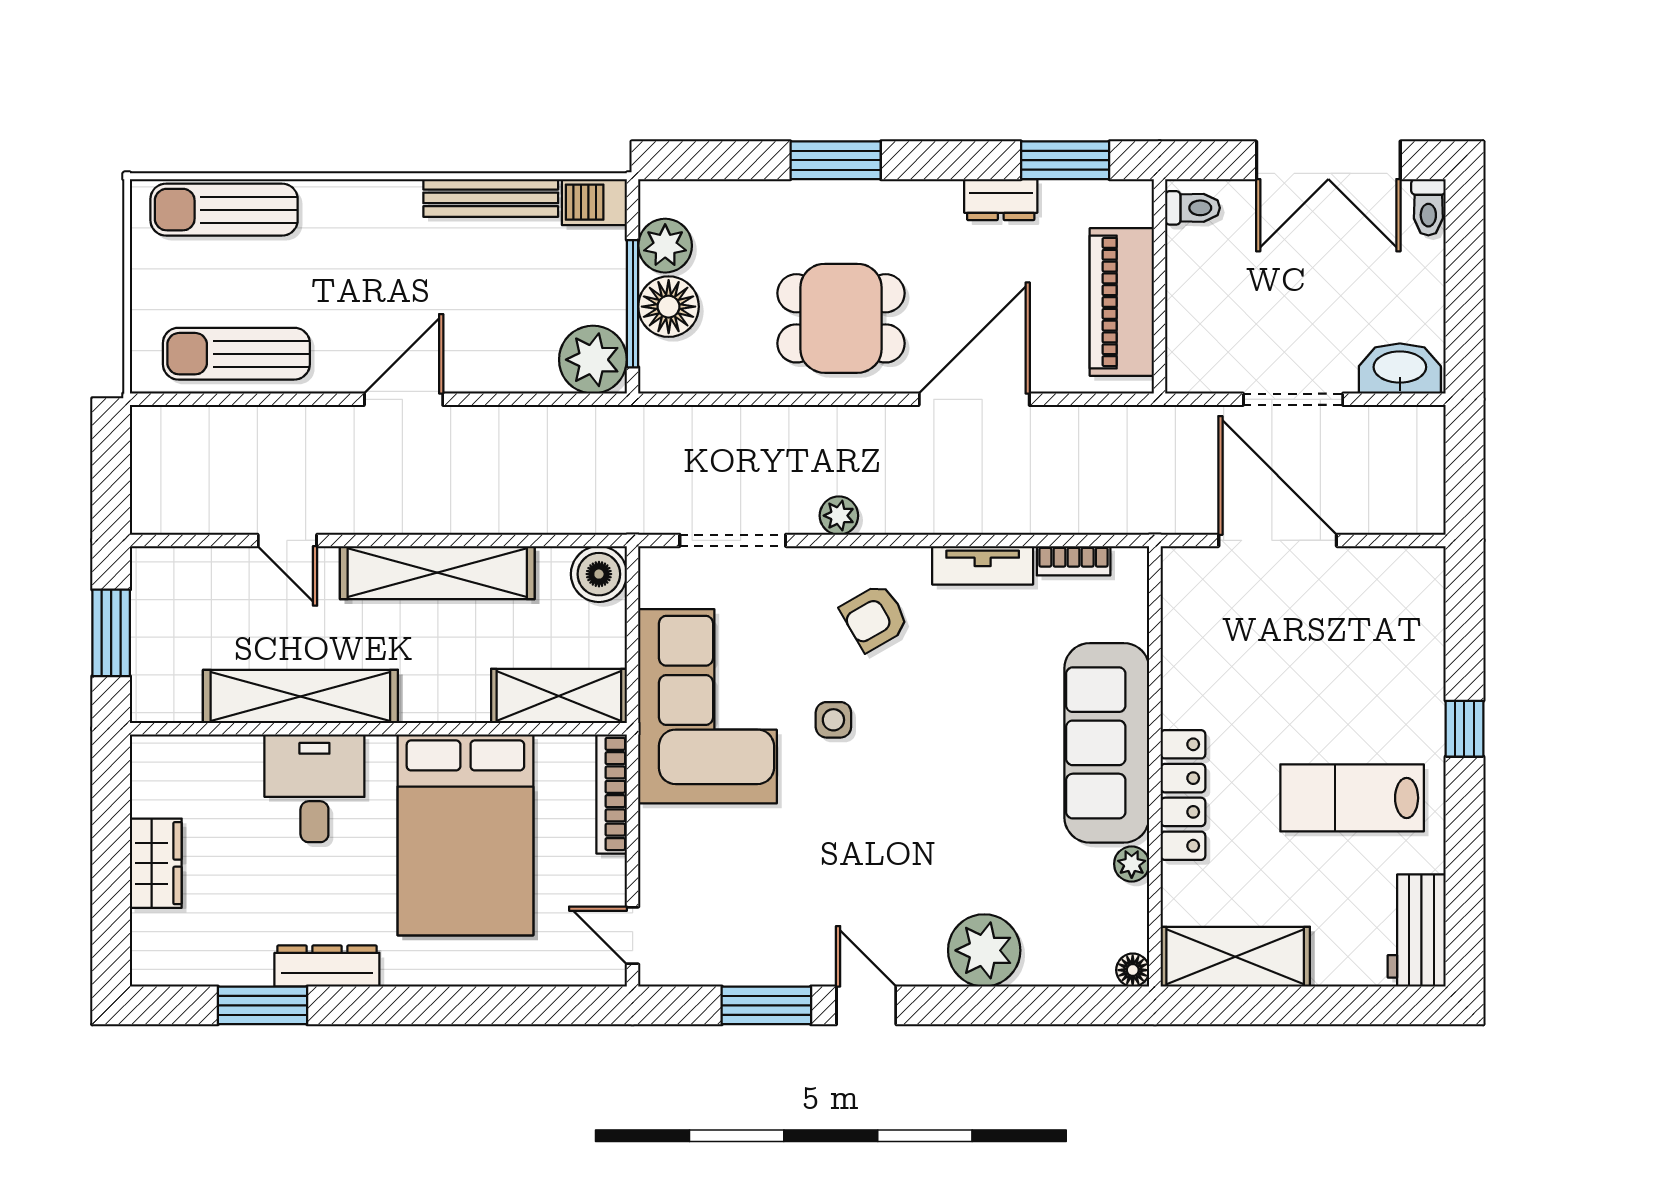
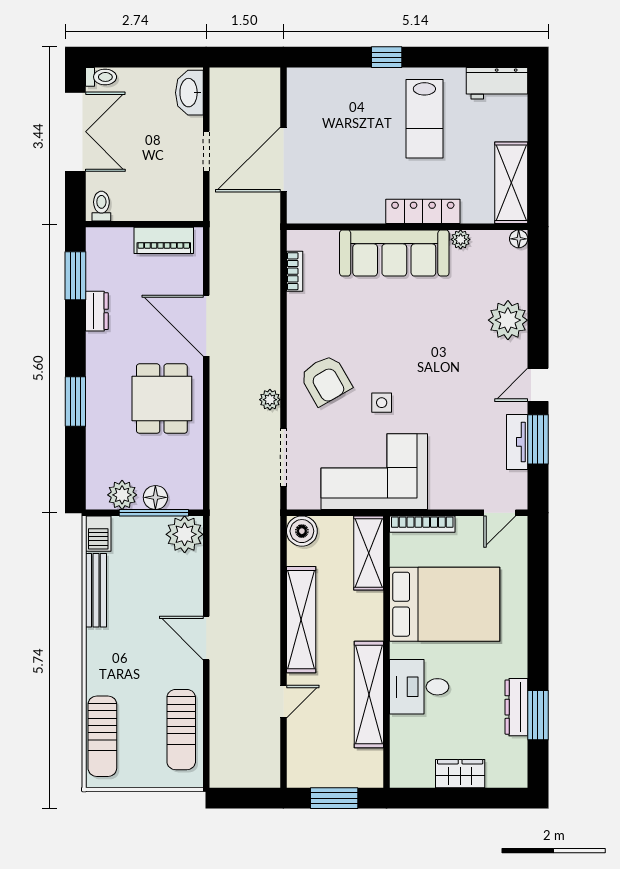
piano: (1122, 302) -> (164, 240), width x0.73, depth x0.75
floor lamp: (669, 307) -> (155, 497), width x0.73, depth x0.73
doorway: (1293, 399) -> (206, 151), width x0.73
tv unit: (983, 565) -> (517, 442), moved, turned 180
armchair: (875, 617) -> (326, 380), width x1.38, depth x1.38
dresser: (327, 966) -> (516, 707), moved

